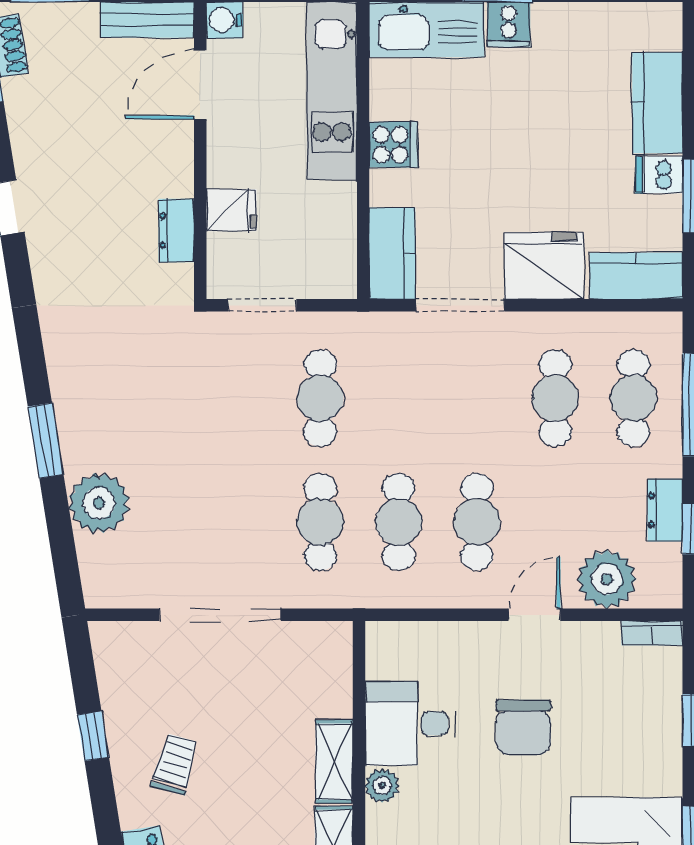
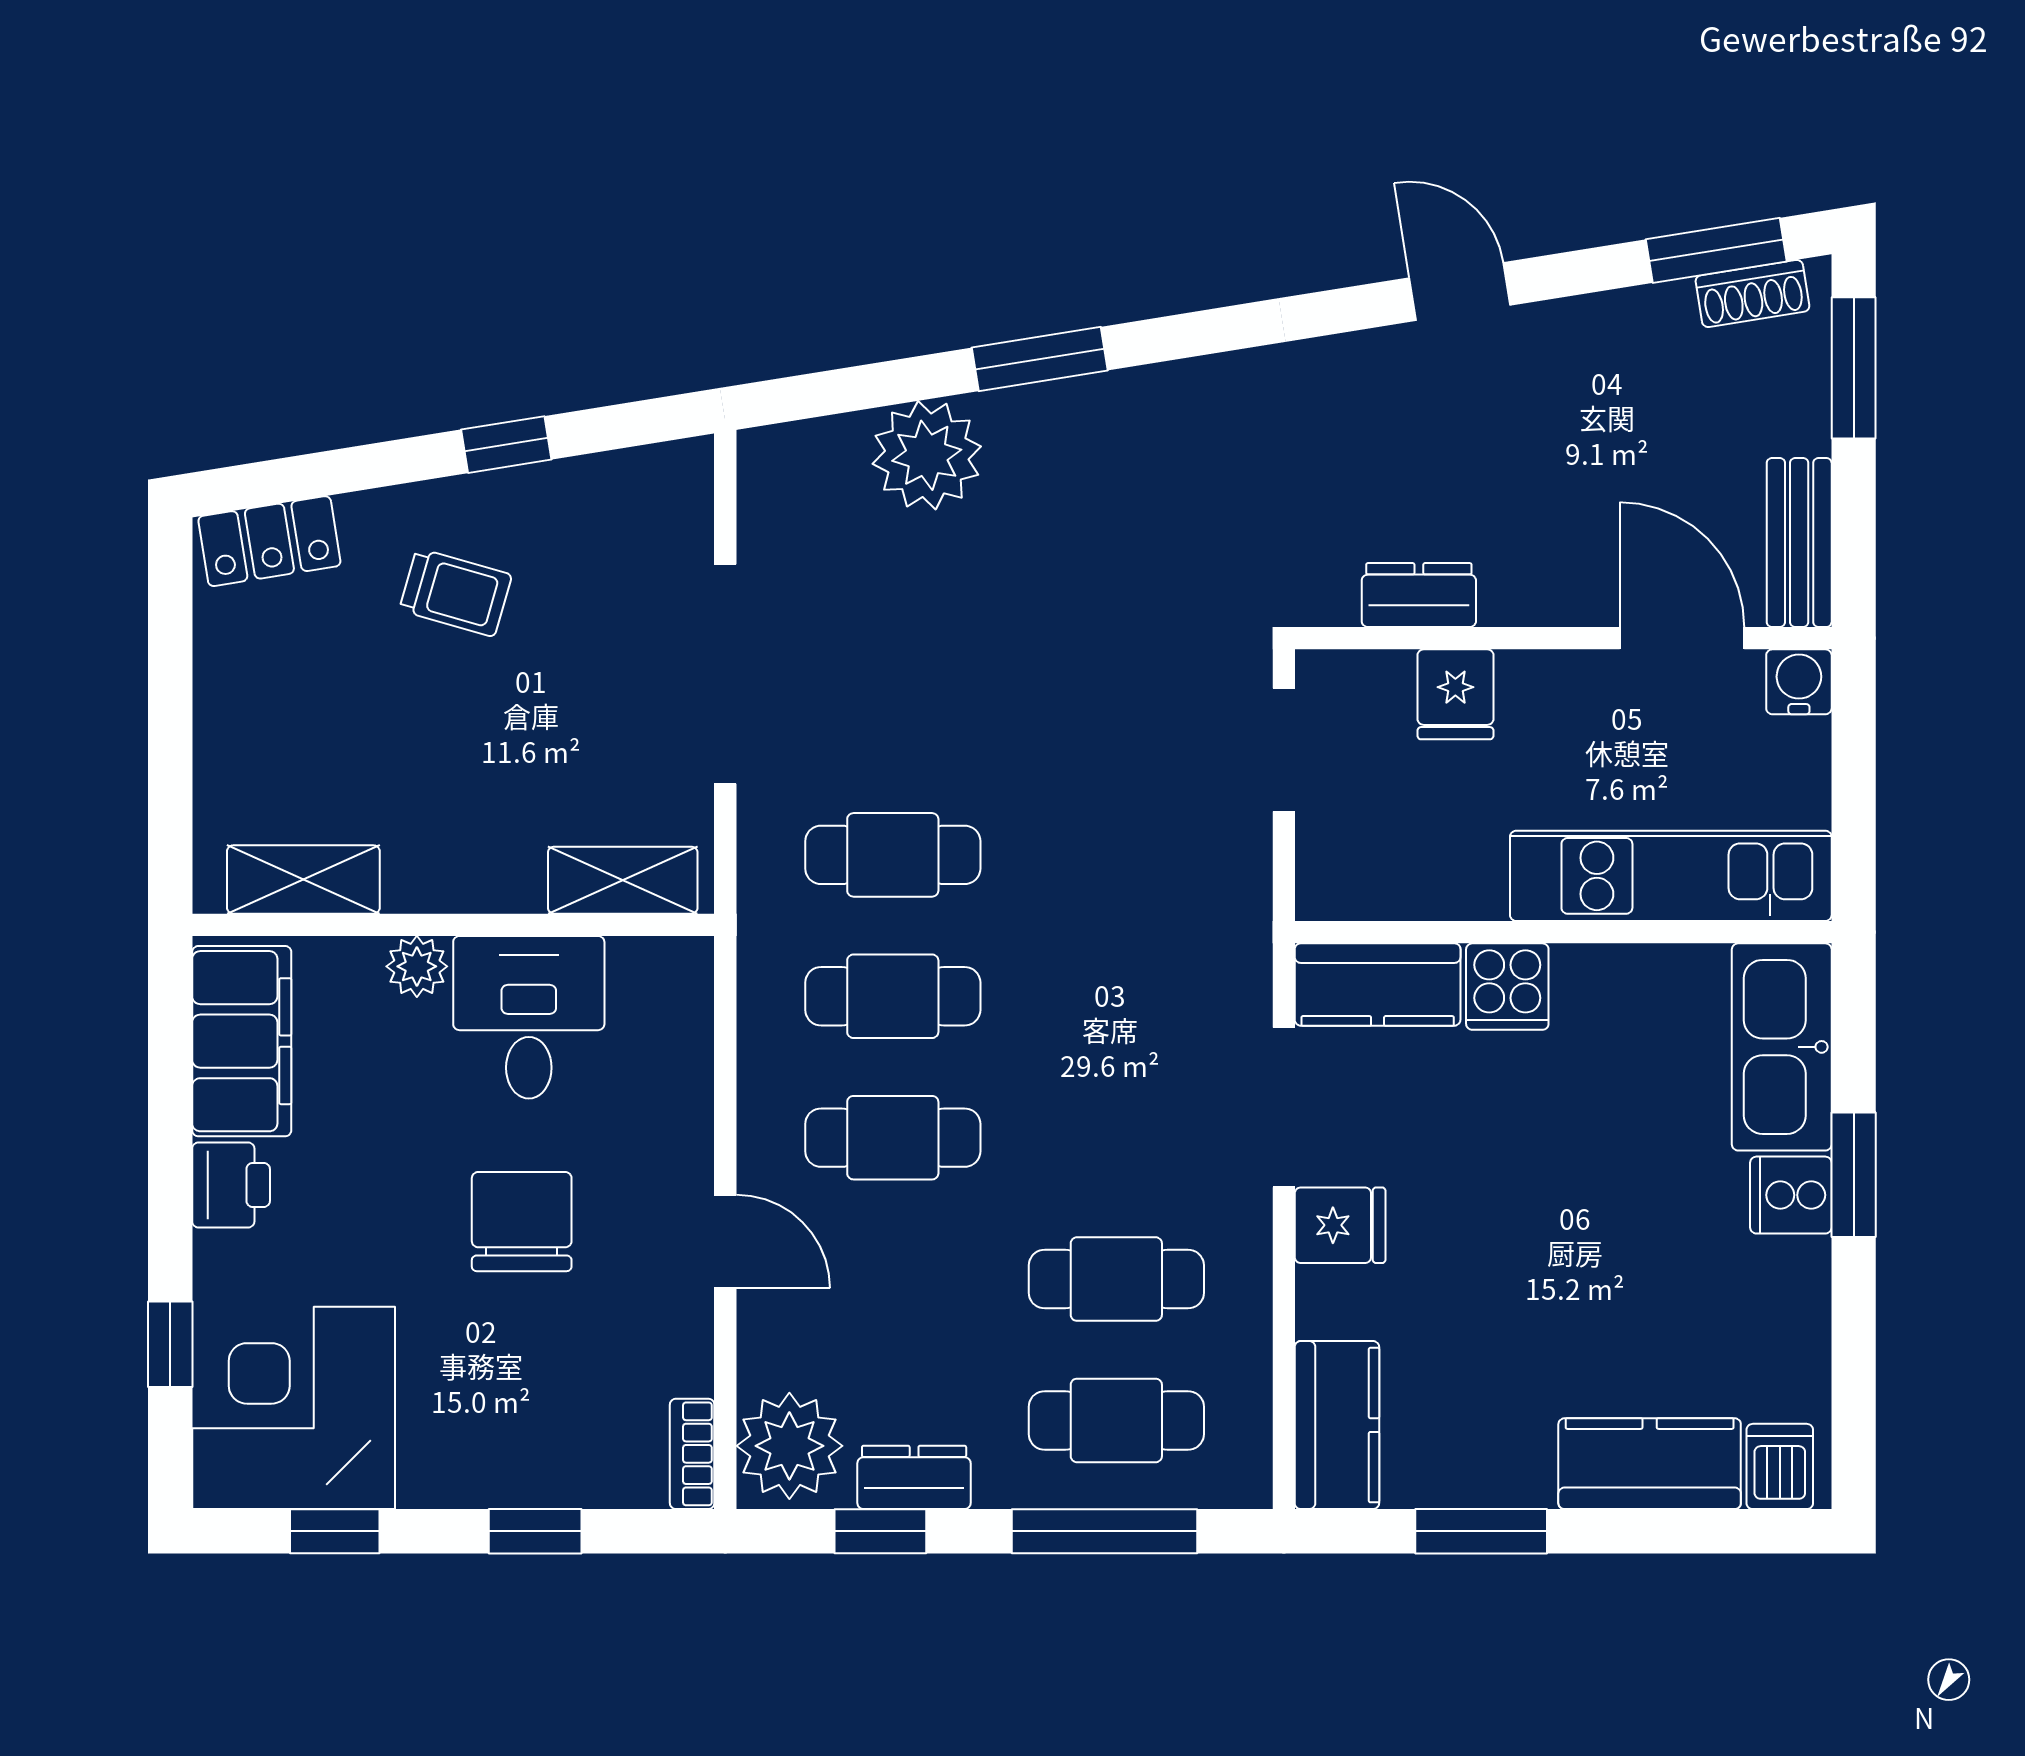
cooker: (393, 145) -> (1507, 987), moved
dishwasher: (659, 175) -> (1780, 1466), moved
fridge: (544, 266) -> (1340, 1225), width x0.53, depth x0.75
cafe table: (320, 398) -> (1116, 855), removed
plant: (607, 579) -> (789, 1446), moved
chair: (523, 727) -> (522, 1222), turned 90
shelving: (334, 762) -> (623, 880), moved

